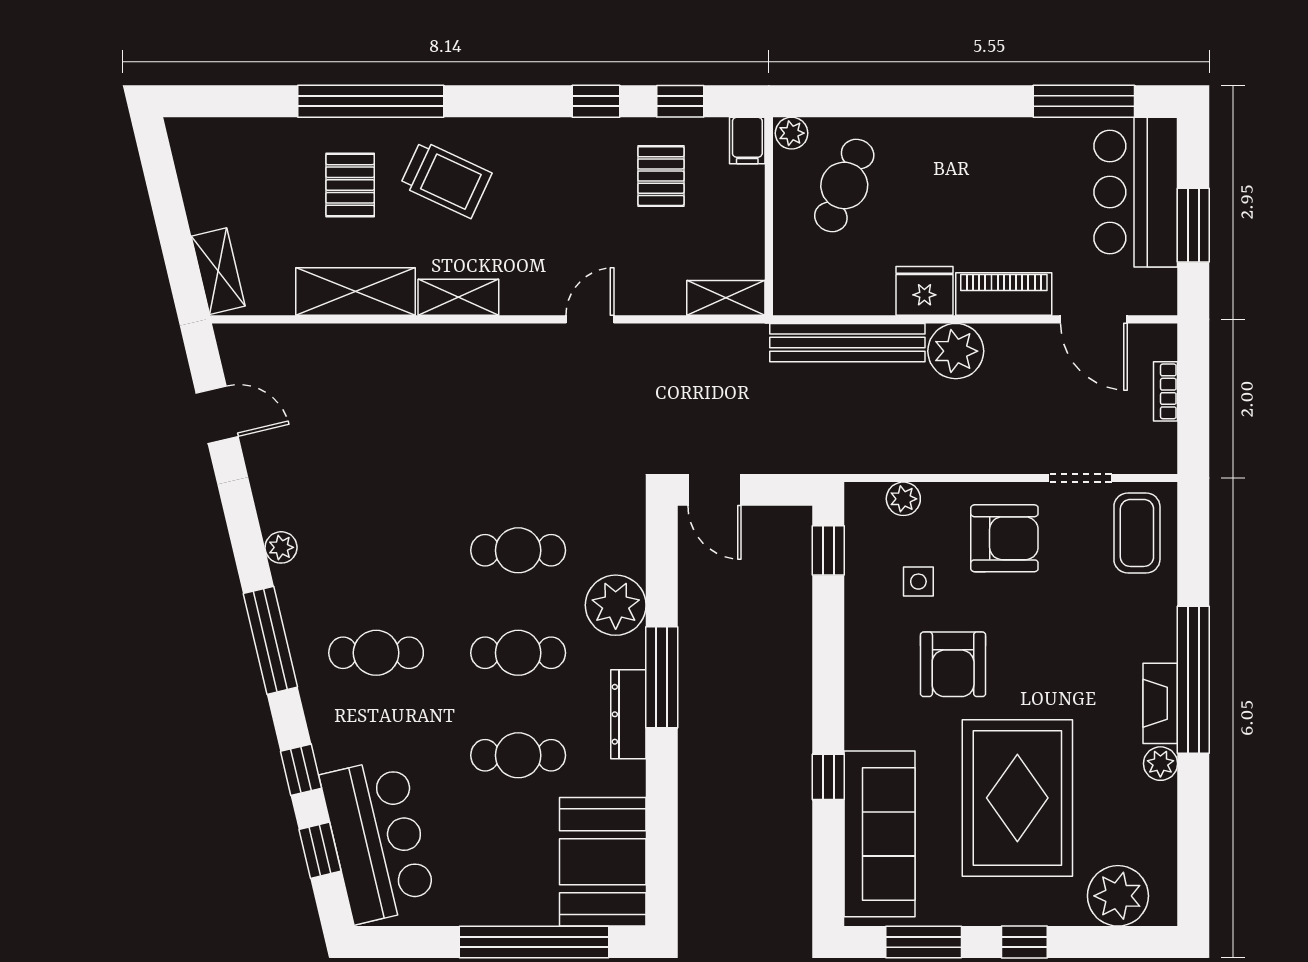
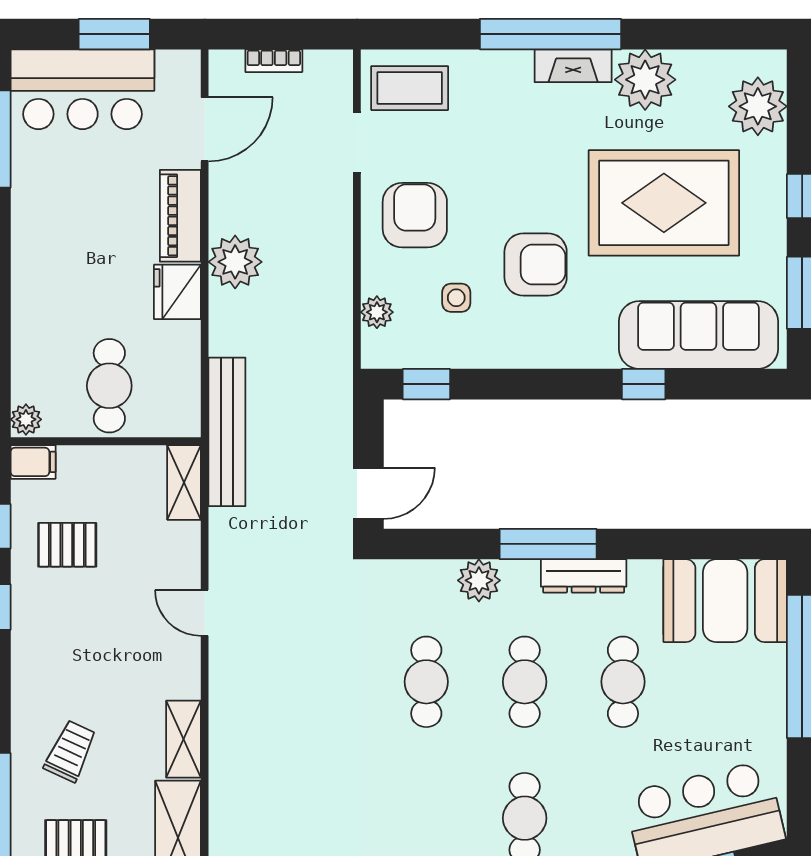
trolley: (446, 179) -> (70, 751), width x0.73, depth x0.72
cafe table: (844, 185) -> (109, 386), moved, turned 67
bench: (847, 343) -> (227, 432), moved
plant: (616, 605) -> (479, 580), width x0.73, depth x0.73
plant: (1160, 764) -> (645, 80), width x1.88, depth x1.88

